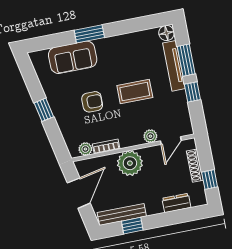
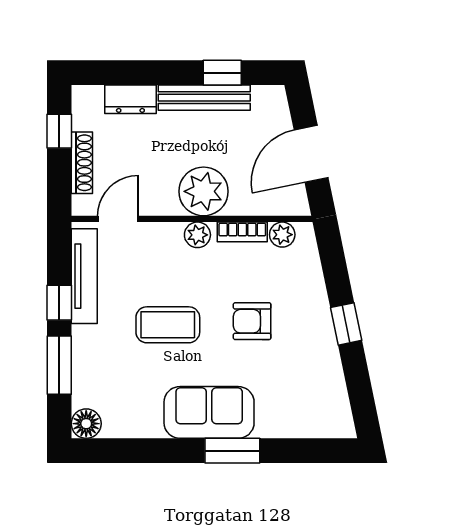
sofa: (73, 57) -> (209, 412), moved
tv unit: (174, 66) -> (84, 276), moved
plant: (150, 136) -> (197, 235), moved
bench: (122, 214) -> (204, 98), moved

